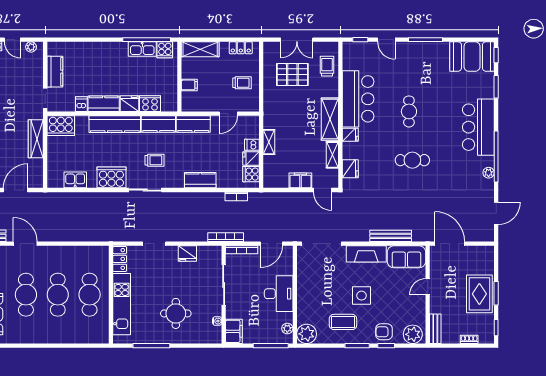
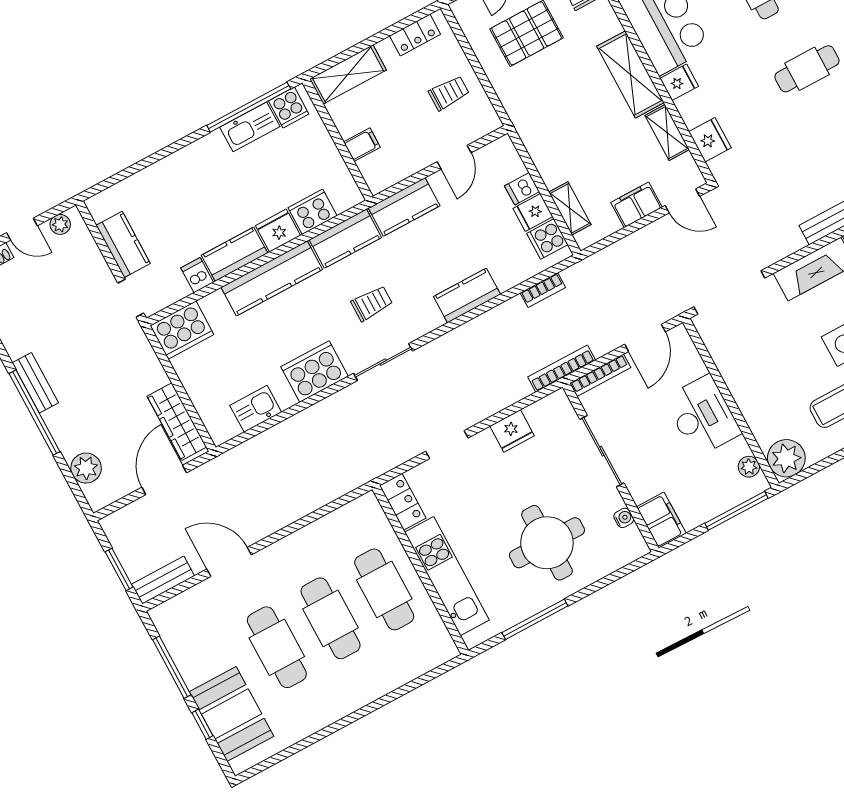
wardrobe: (36, 139) -> (177, 422), moved
shelving: (269, 142) -> (570, 208), moved
round table: (176, 313) -> (547, 543), width x1.36, depth x1.36

